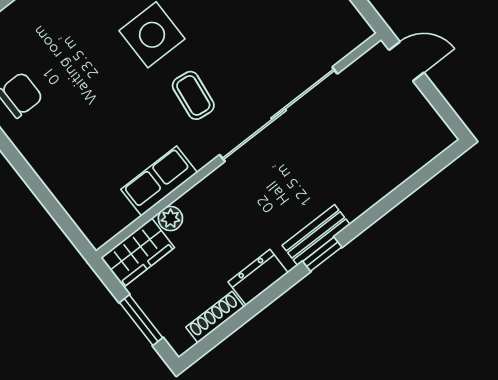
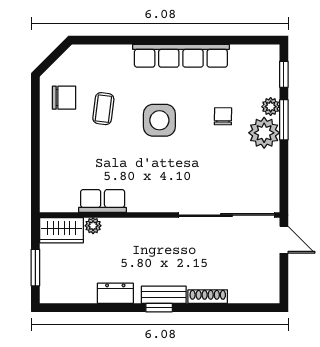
coffee table: (193, 95) -> (103, 109), moved
sliding door: (279, 114) -> (227, 215), moved
shoe rack: (215, 317) -> (208, 297), moved

